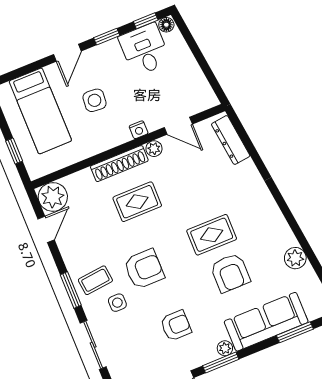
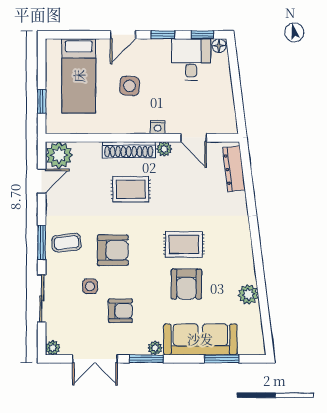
side table: (117, 303) -> (90, 286), moved

